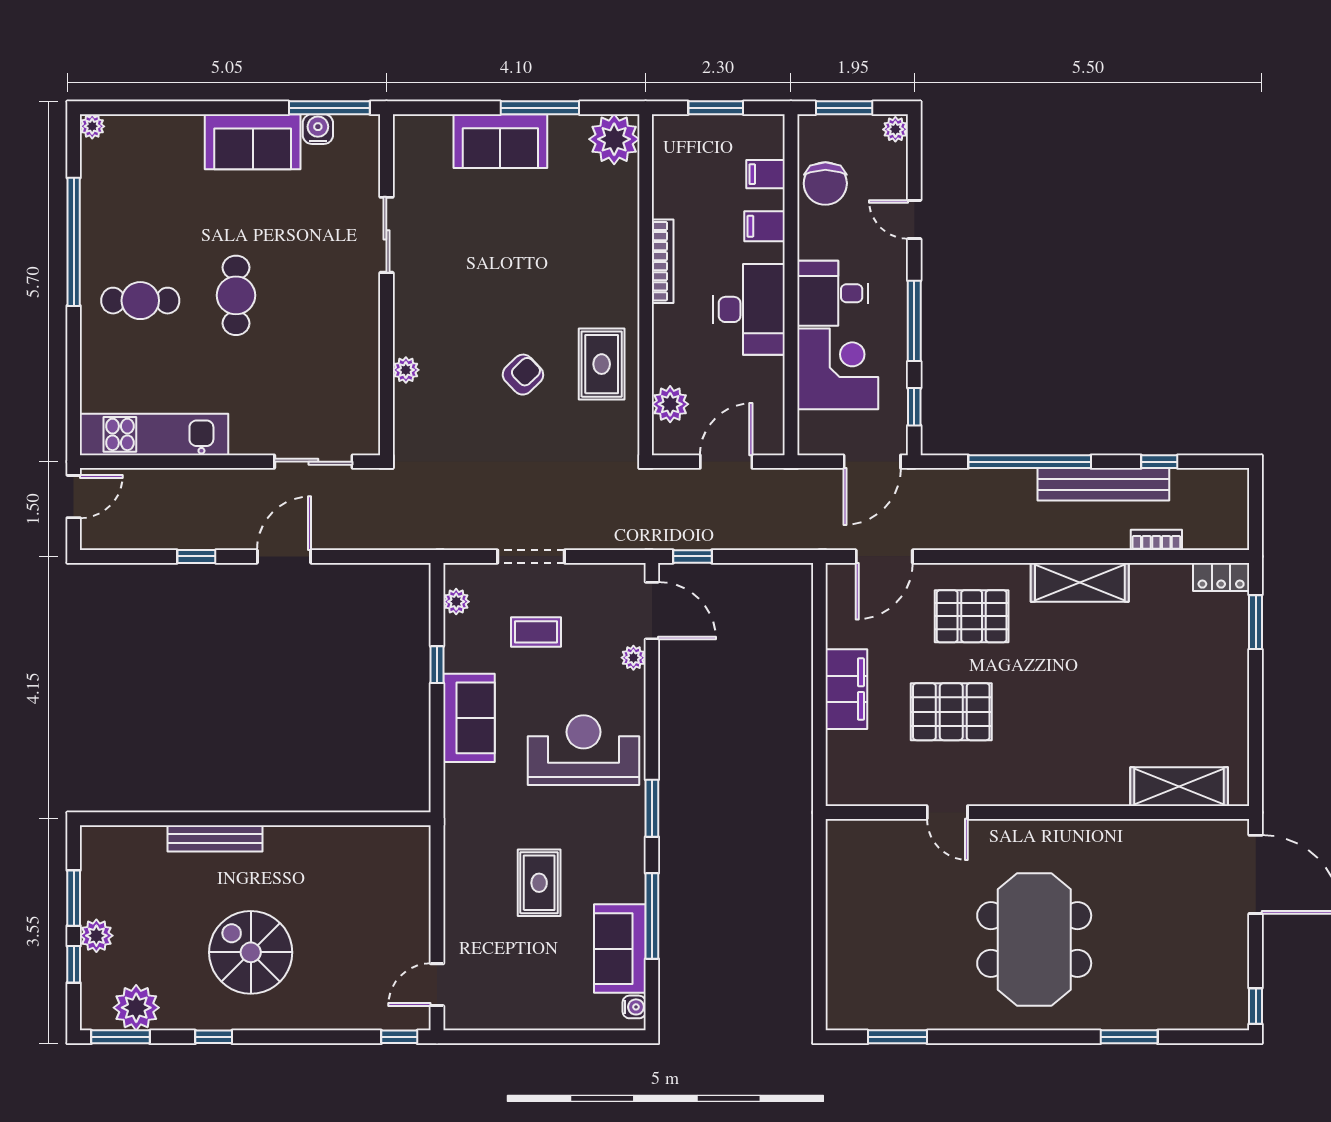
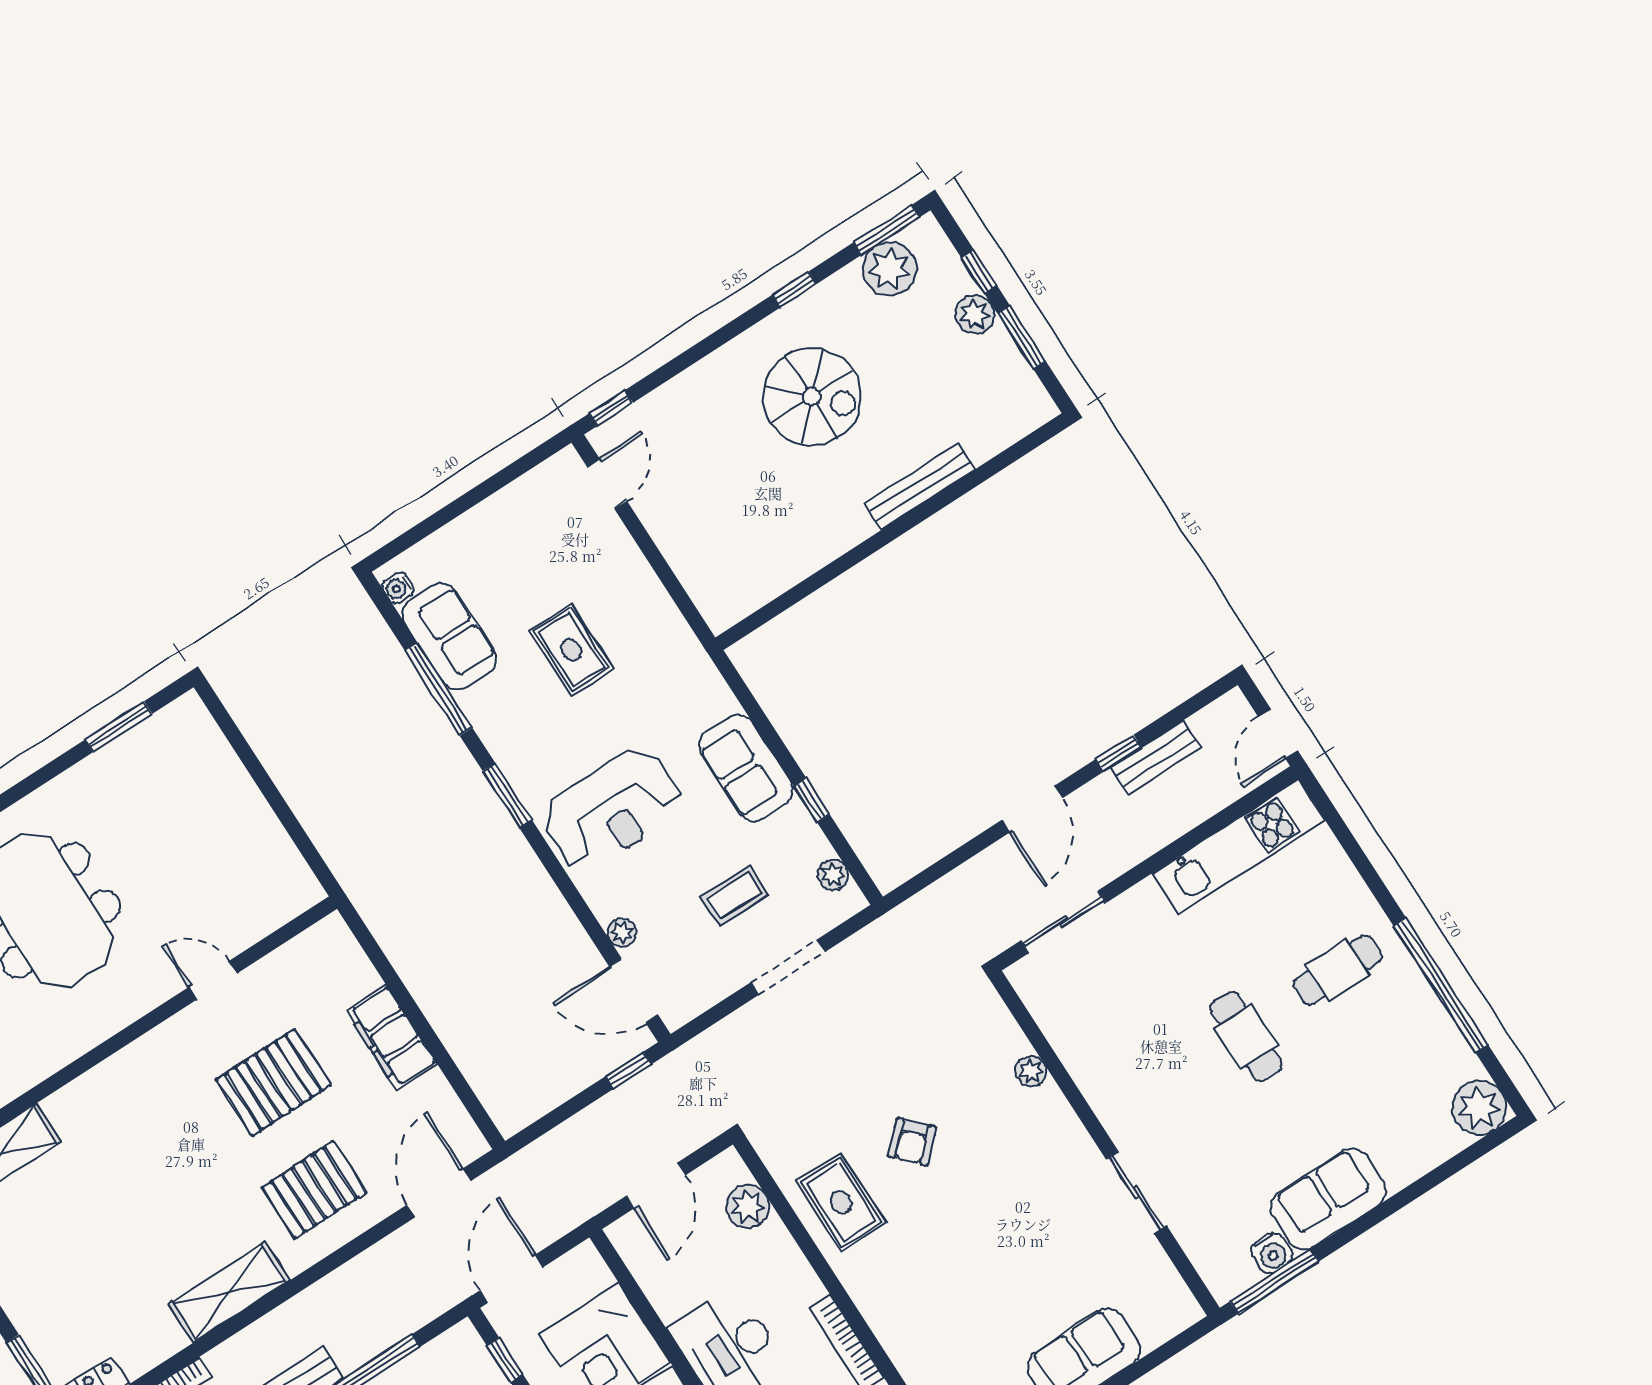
plant: (92, 126) -> (1479, 1108), width x1.87, depth x1.87
bench: (172, 536) -> (1156, 758), added

